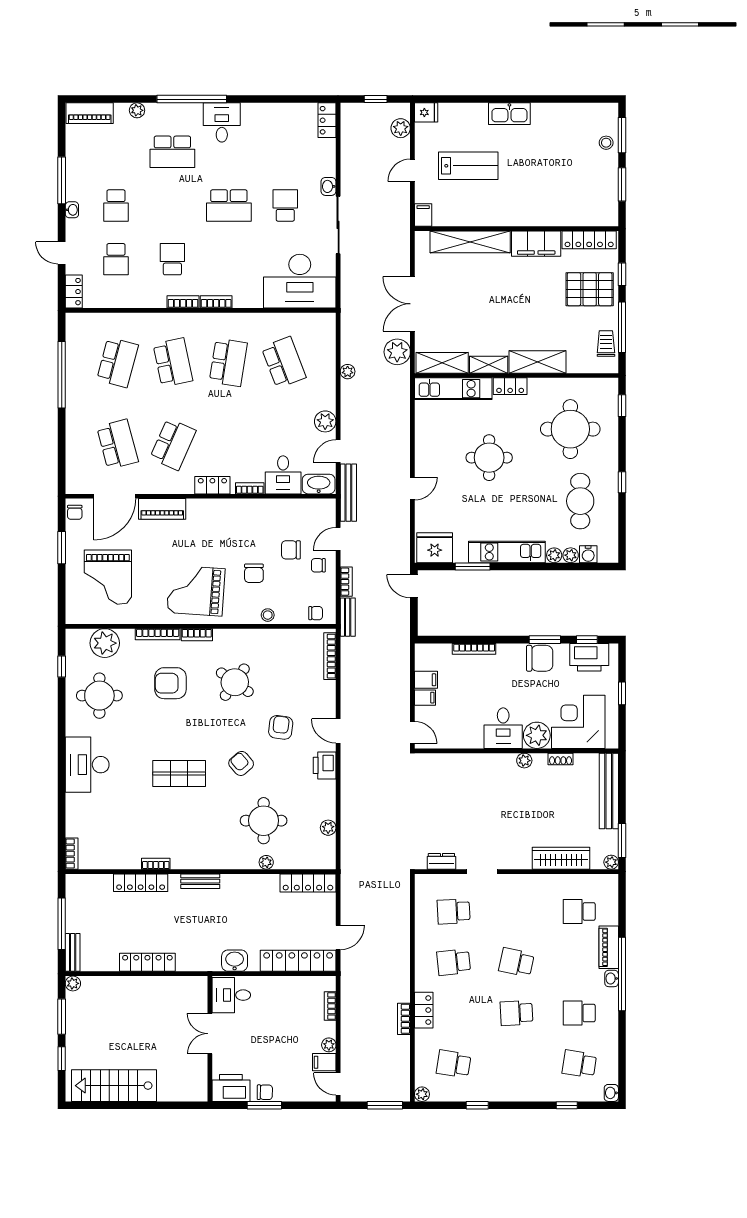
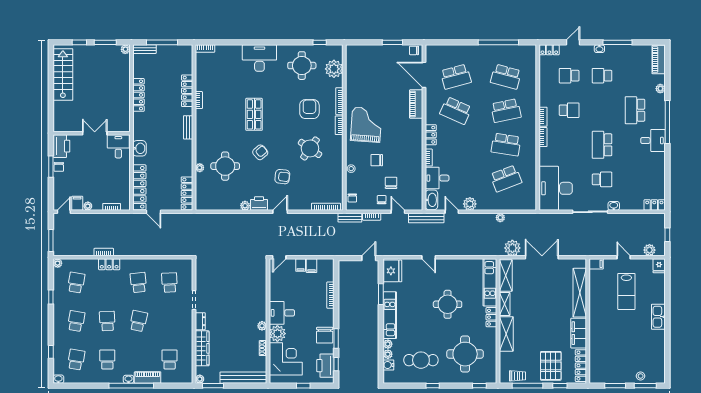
grand piano: (108, 577) -> (374, 71), removed
plant: (328, 828) -> (245, 206), moved
dresser: (441, 861) -> (200, 321), moved
school desk: (516, 1064) -> (76, 321), added

